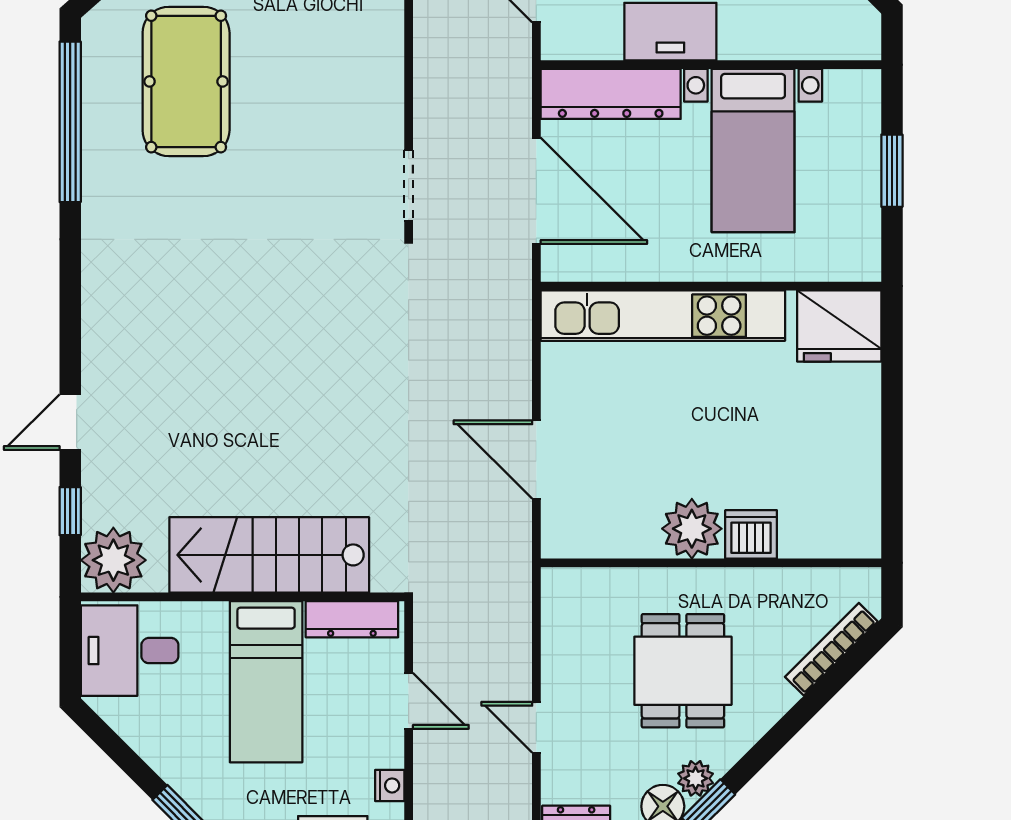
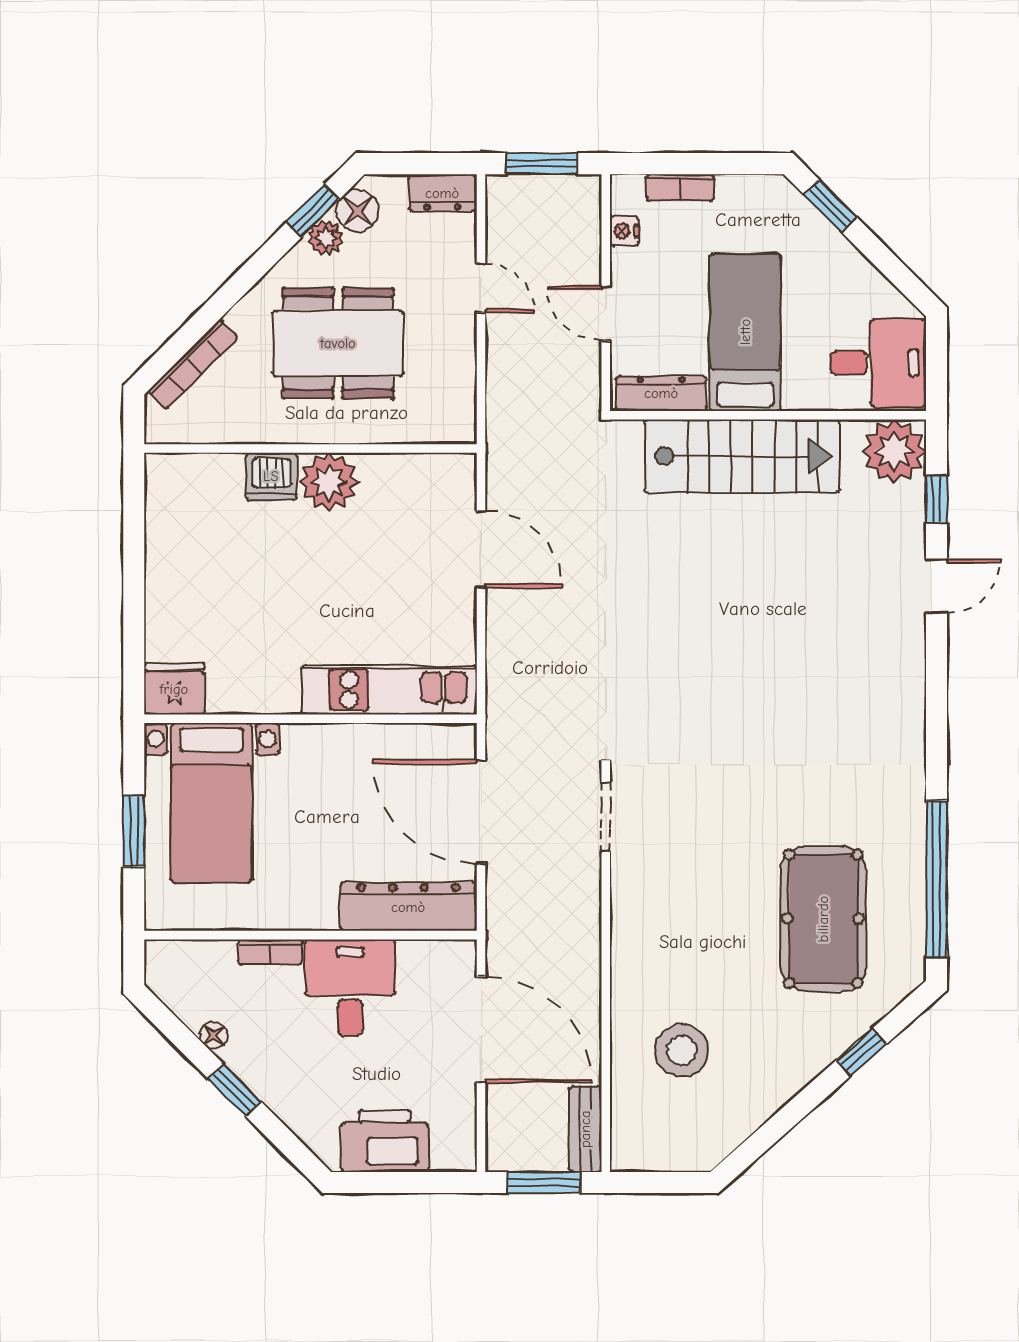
bookcase: (752, 47) -> (270, 952), added
bed with nightstands: (753, 151) -> (212, 803), moved, turned 180
kitchen unit: (663, 316) -> (389, 690), width x0.73
fridge: (839, 326) -> (174, 689), width x0.73, depth x0.75
dining table: (683, 671) -> (338, 343), width x1.38

